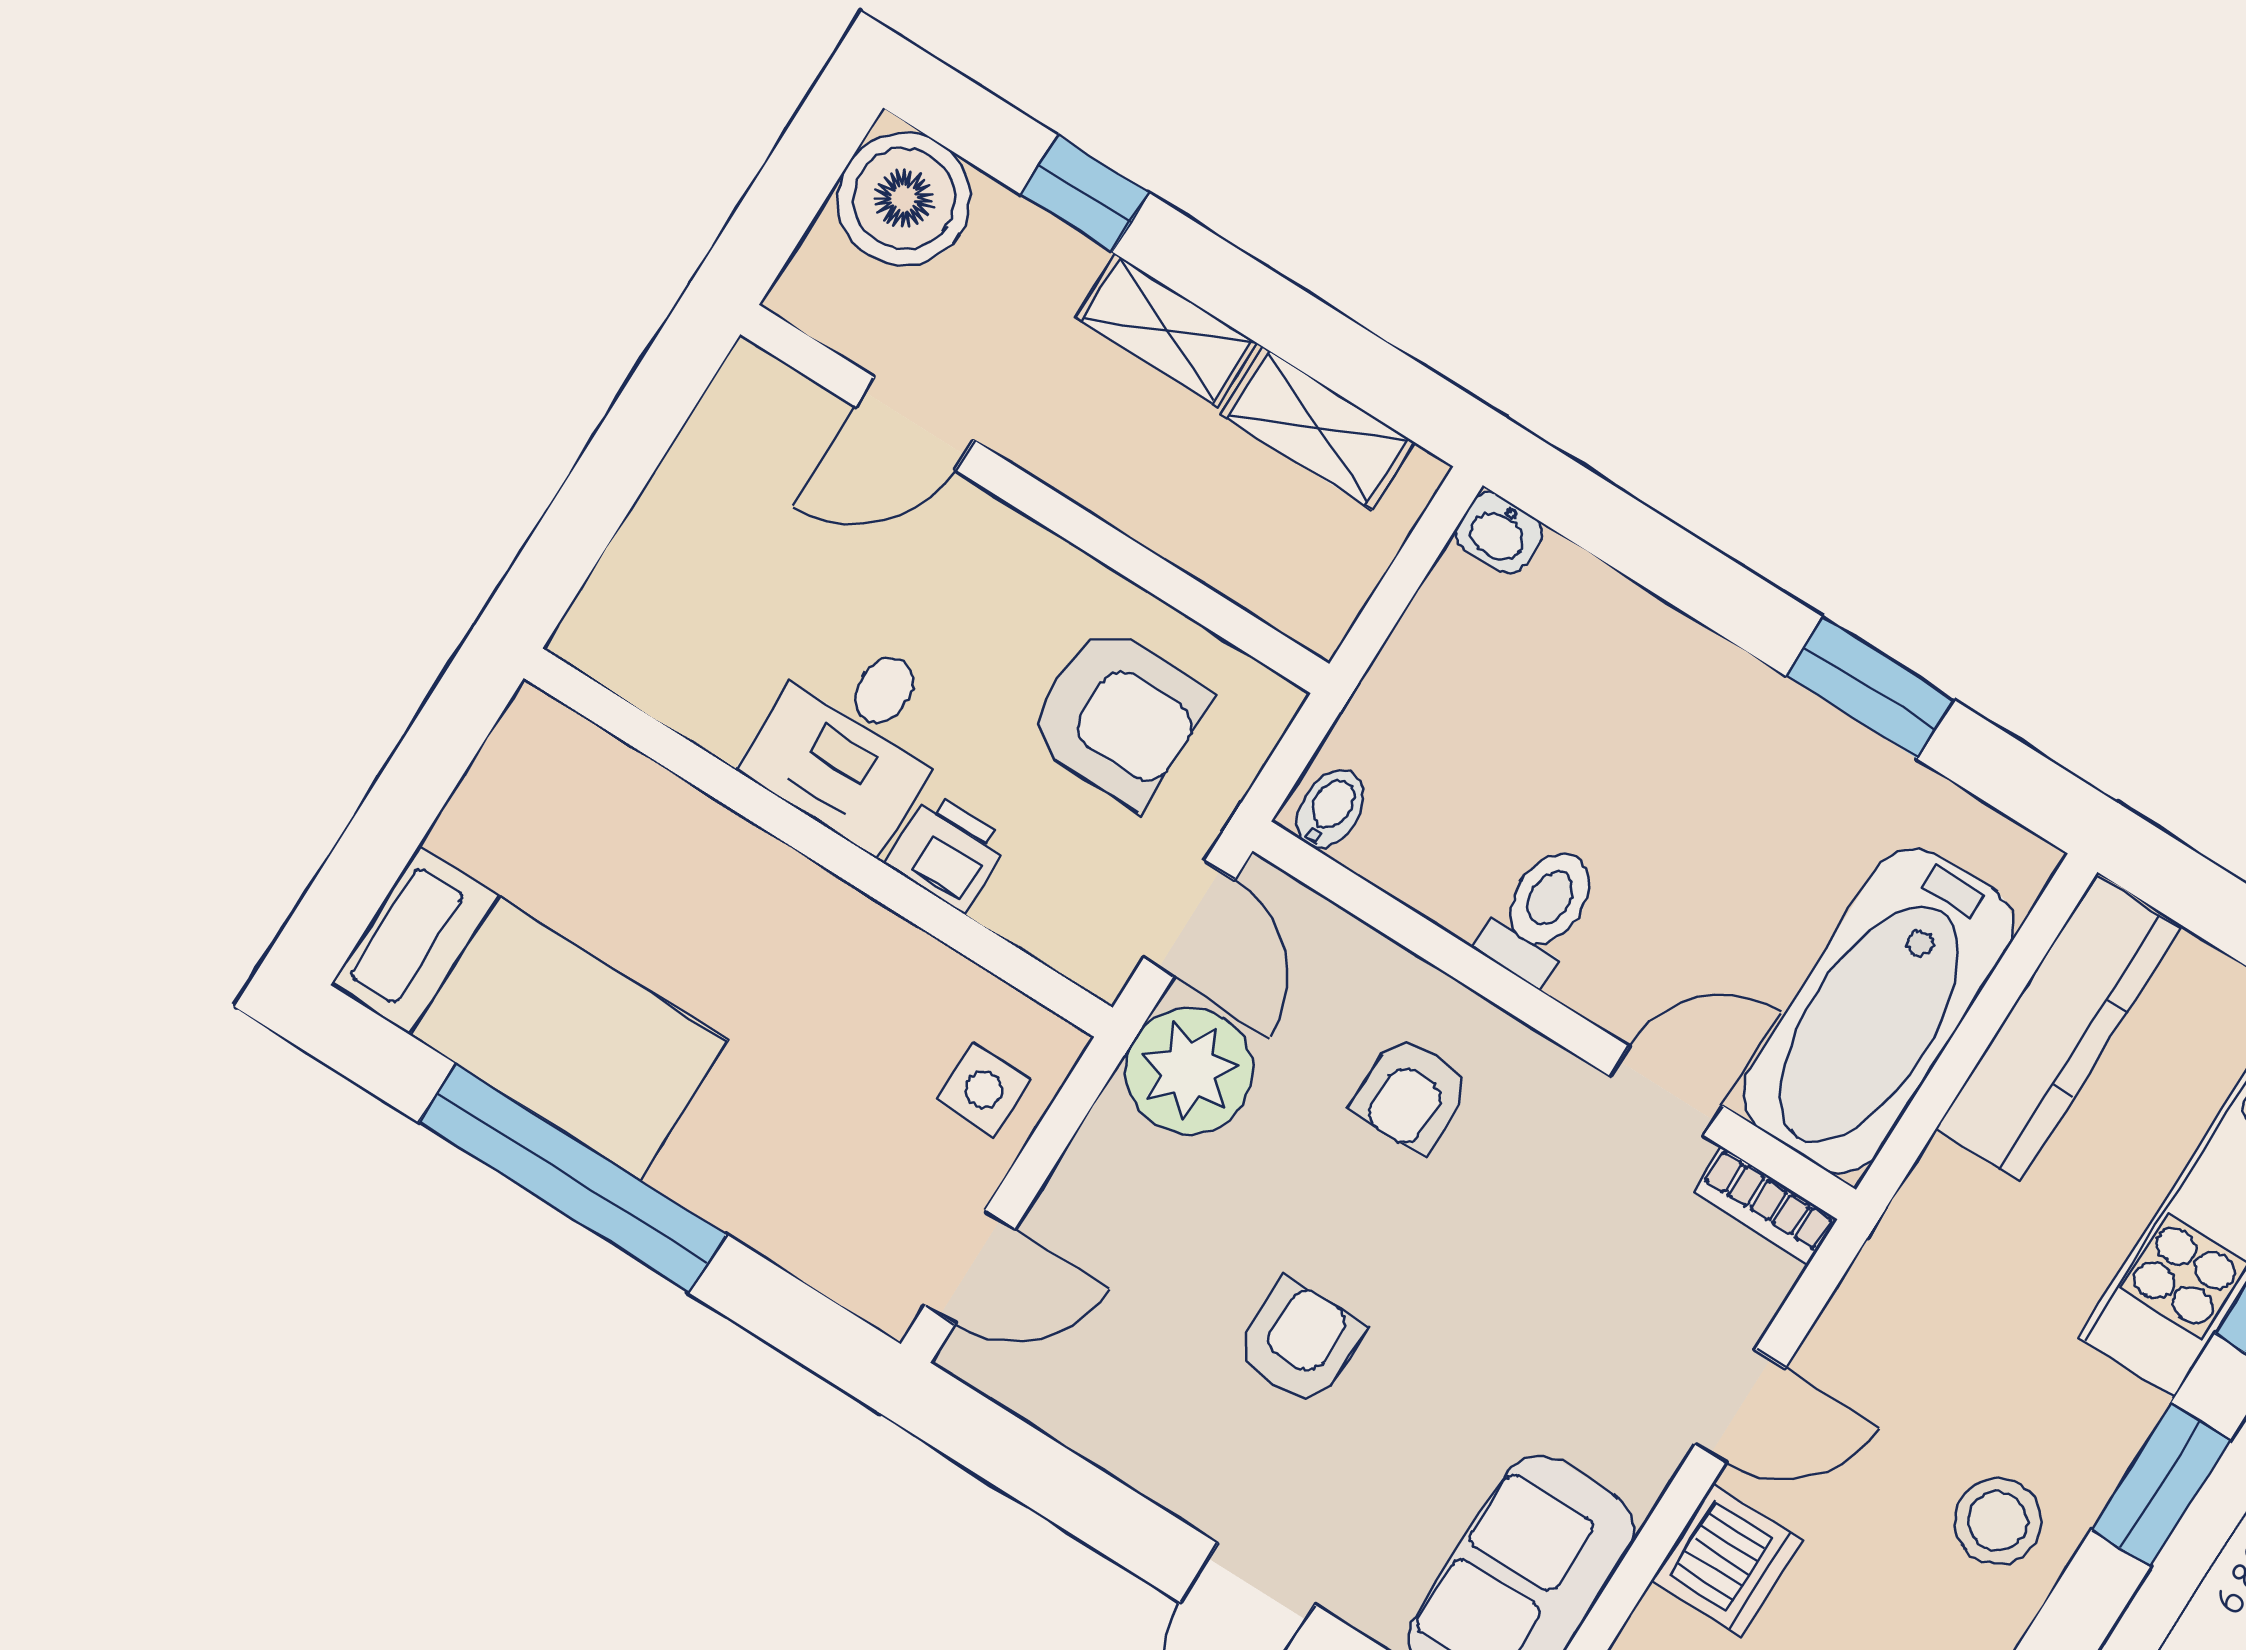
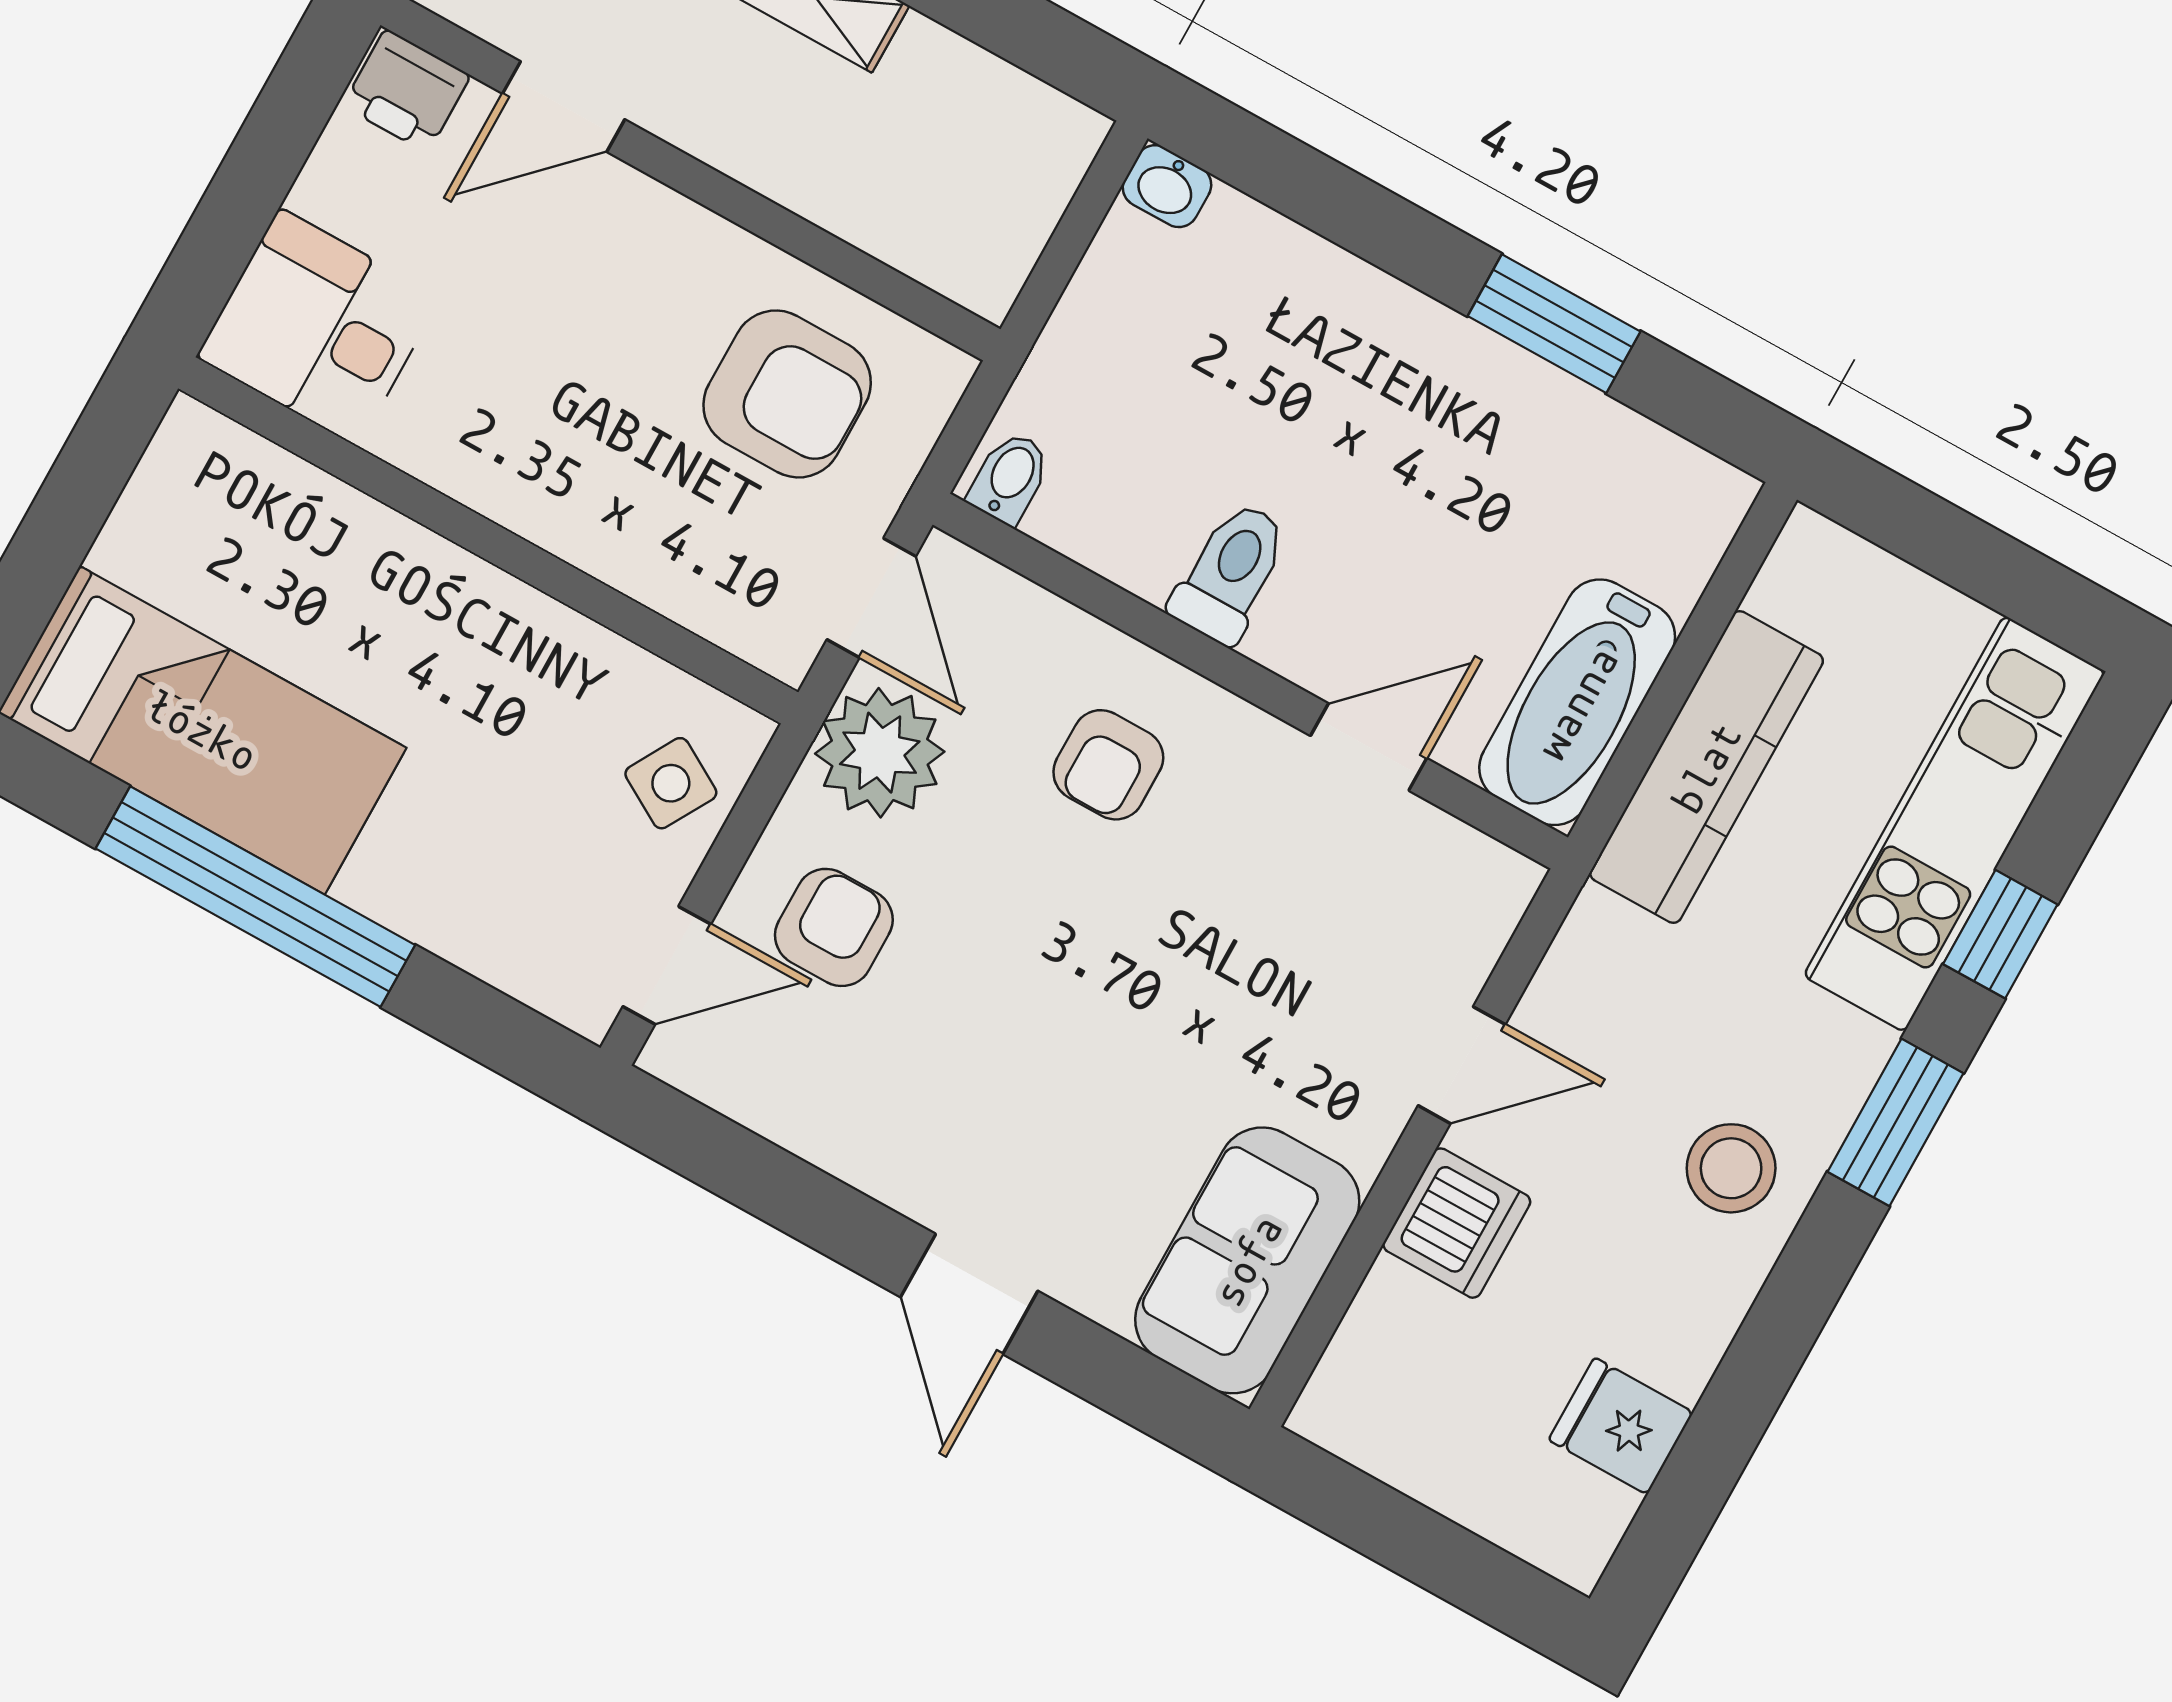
shelving: (1318, 428) -> (976, 89), removed
desk: (854, 738) -> (319, 327), moved, turned 90
printer: (947, 852) -> (407, 91), moved, turned 180
bathtub: (1878, 1010) -> (1577, 702), width x0.73, depth x0.73
kitchen counter: (2058, 1028) -> (1706, 767), moved
side table: (984, 1089) -> (671, 783), turned 30
bookcase: (1765, 1206) -> (1476, 859), removed
armchair: (1299, 1342) -> (834, 927), moved

